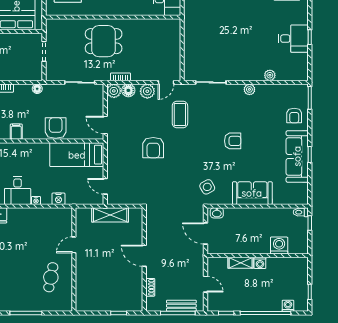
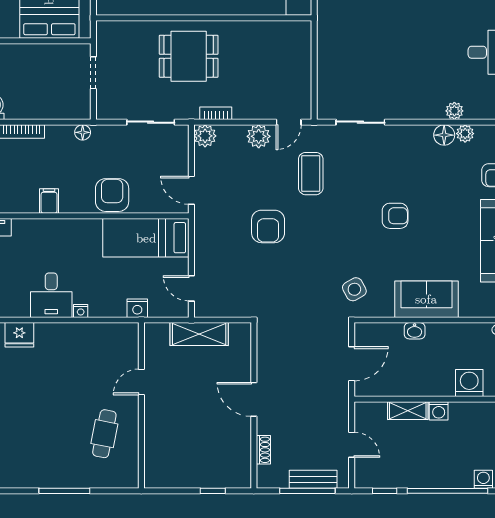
plant: (249, 89) -> (465, 134), moved
floor lamp: (128, 90) -> (444, 135), moved
nightstand: (58, 199) -> (137, 308), moved
washbasin: (217, 213) -> (415, 331), moved
door: (206, 233) -> (352, 364), swing flipped

